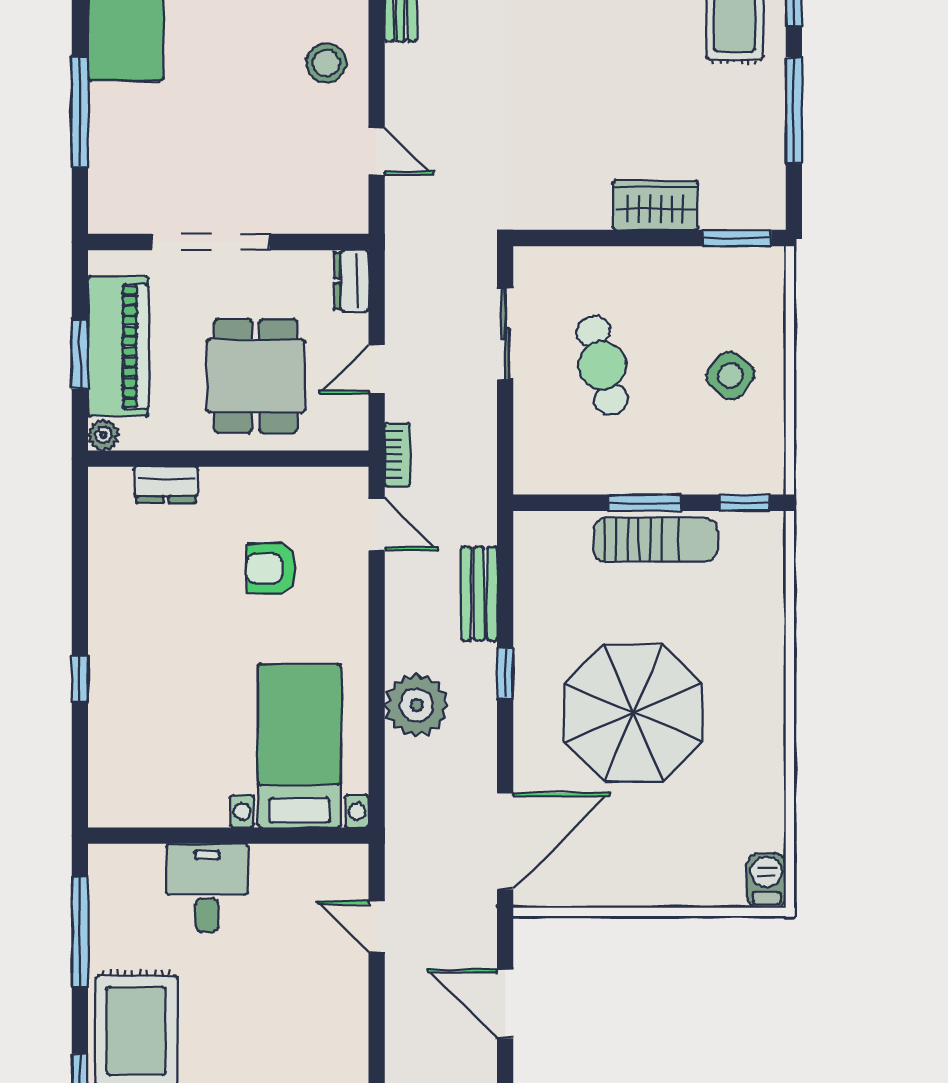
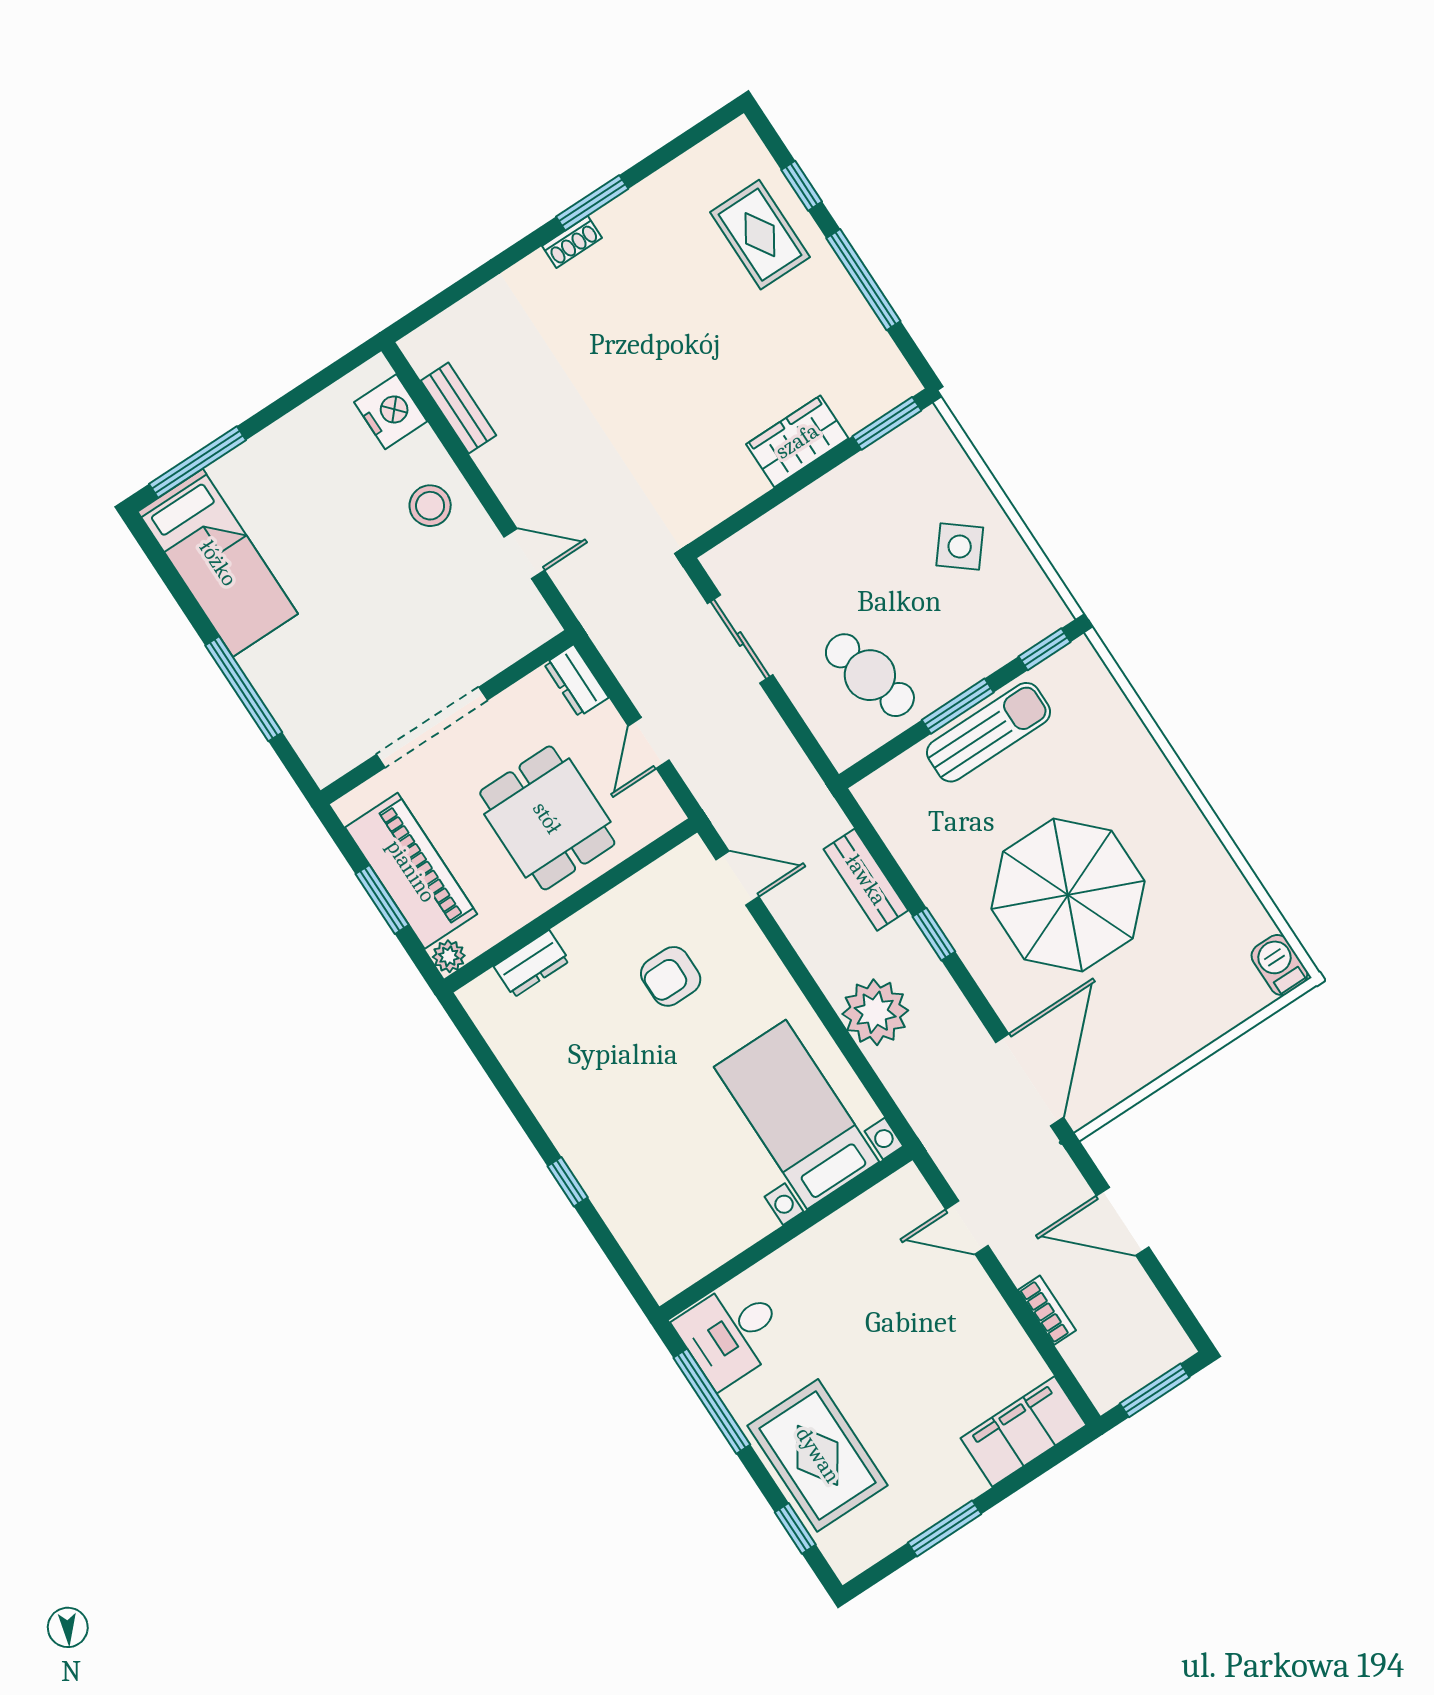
cafe table: (602, 365) -> (870, 675), moved
bookcase: (397, 455) -> (1047, 1310), moved
desk: (207, 888) -> (732, 1333), moved, turned -90

